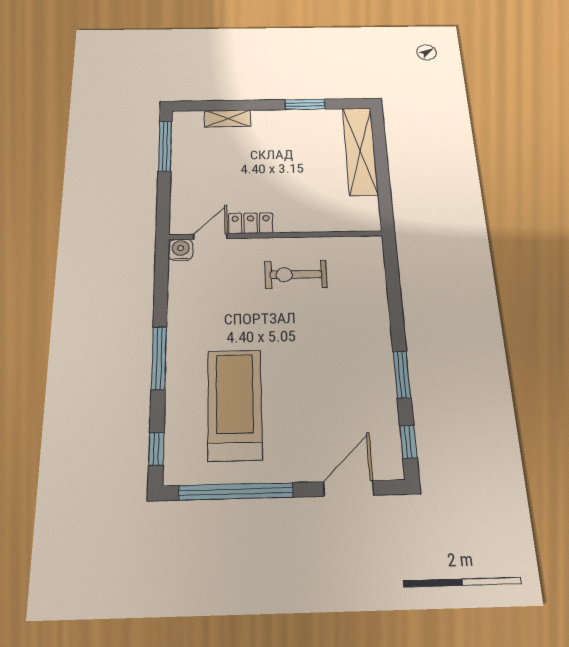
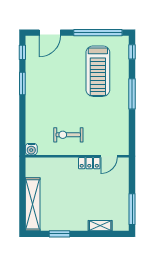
water cooler: (181, 250) -> (31, 149), moved
exercise bike: (296, 274) -> (68, 135), turned 180

